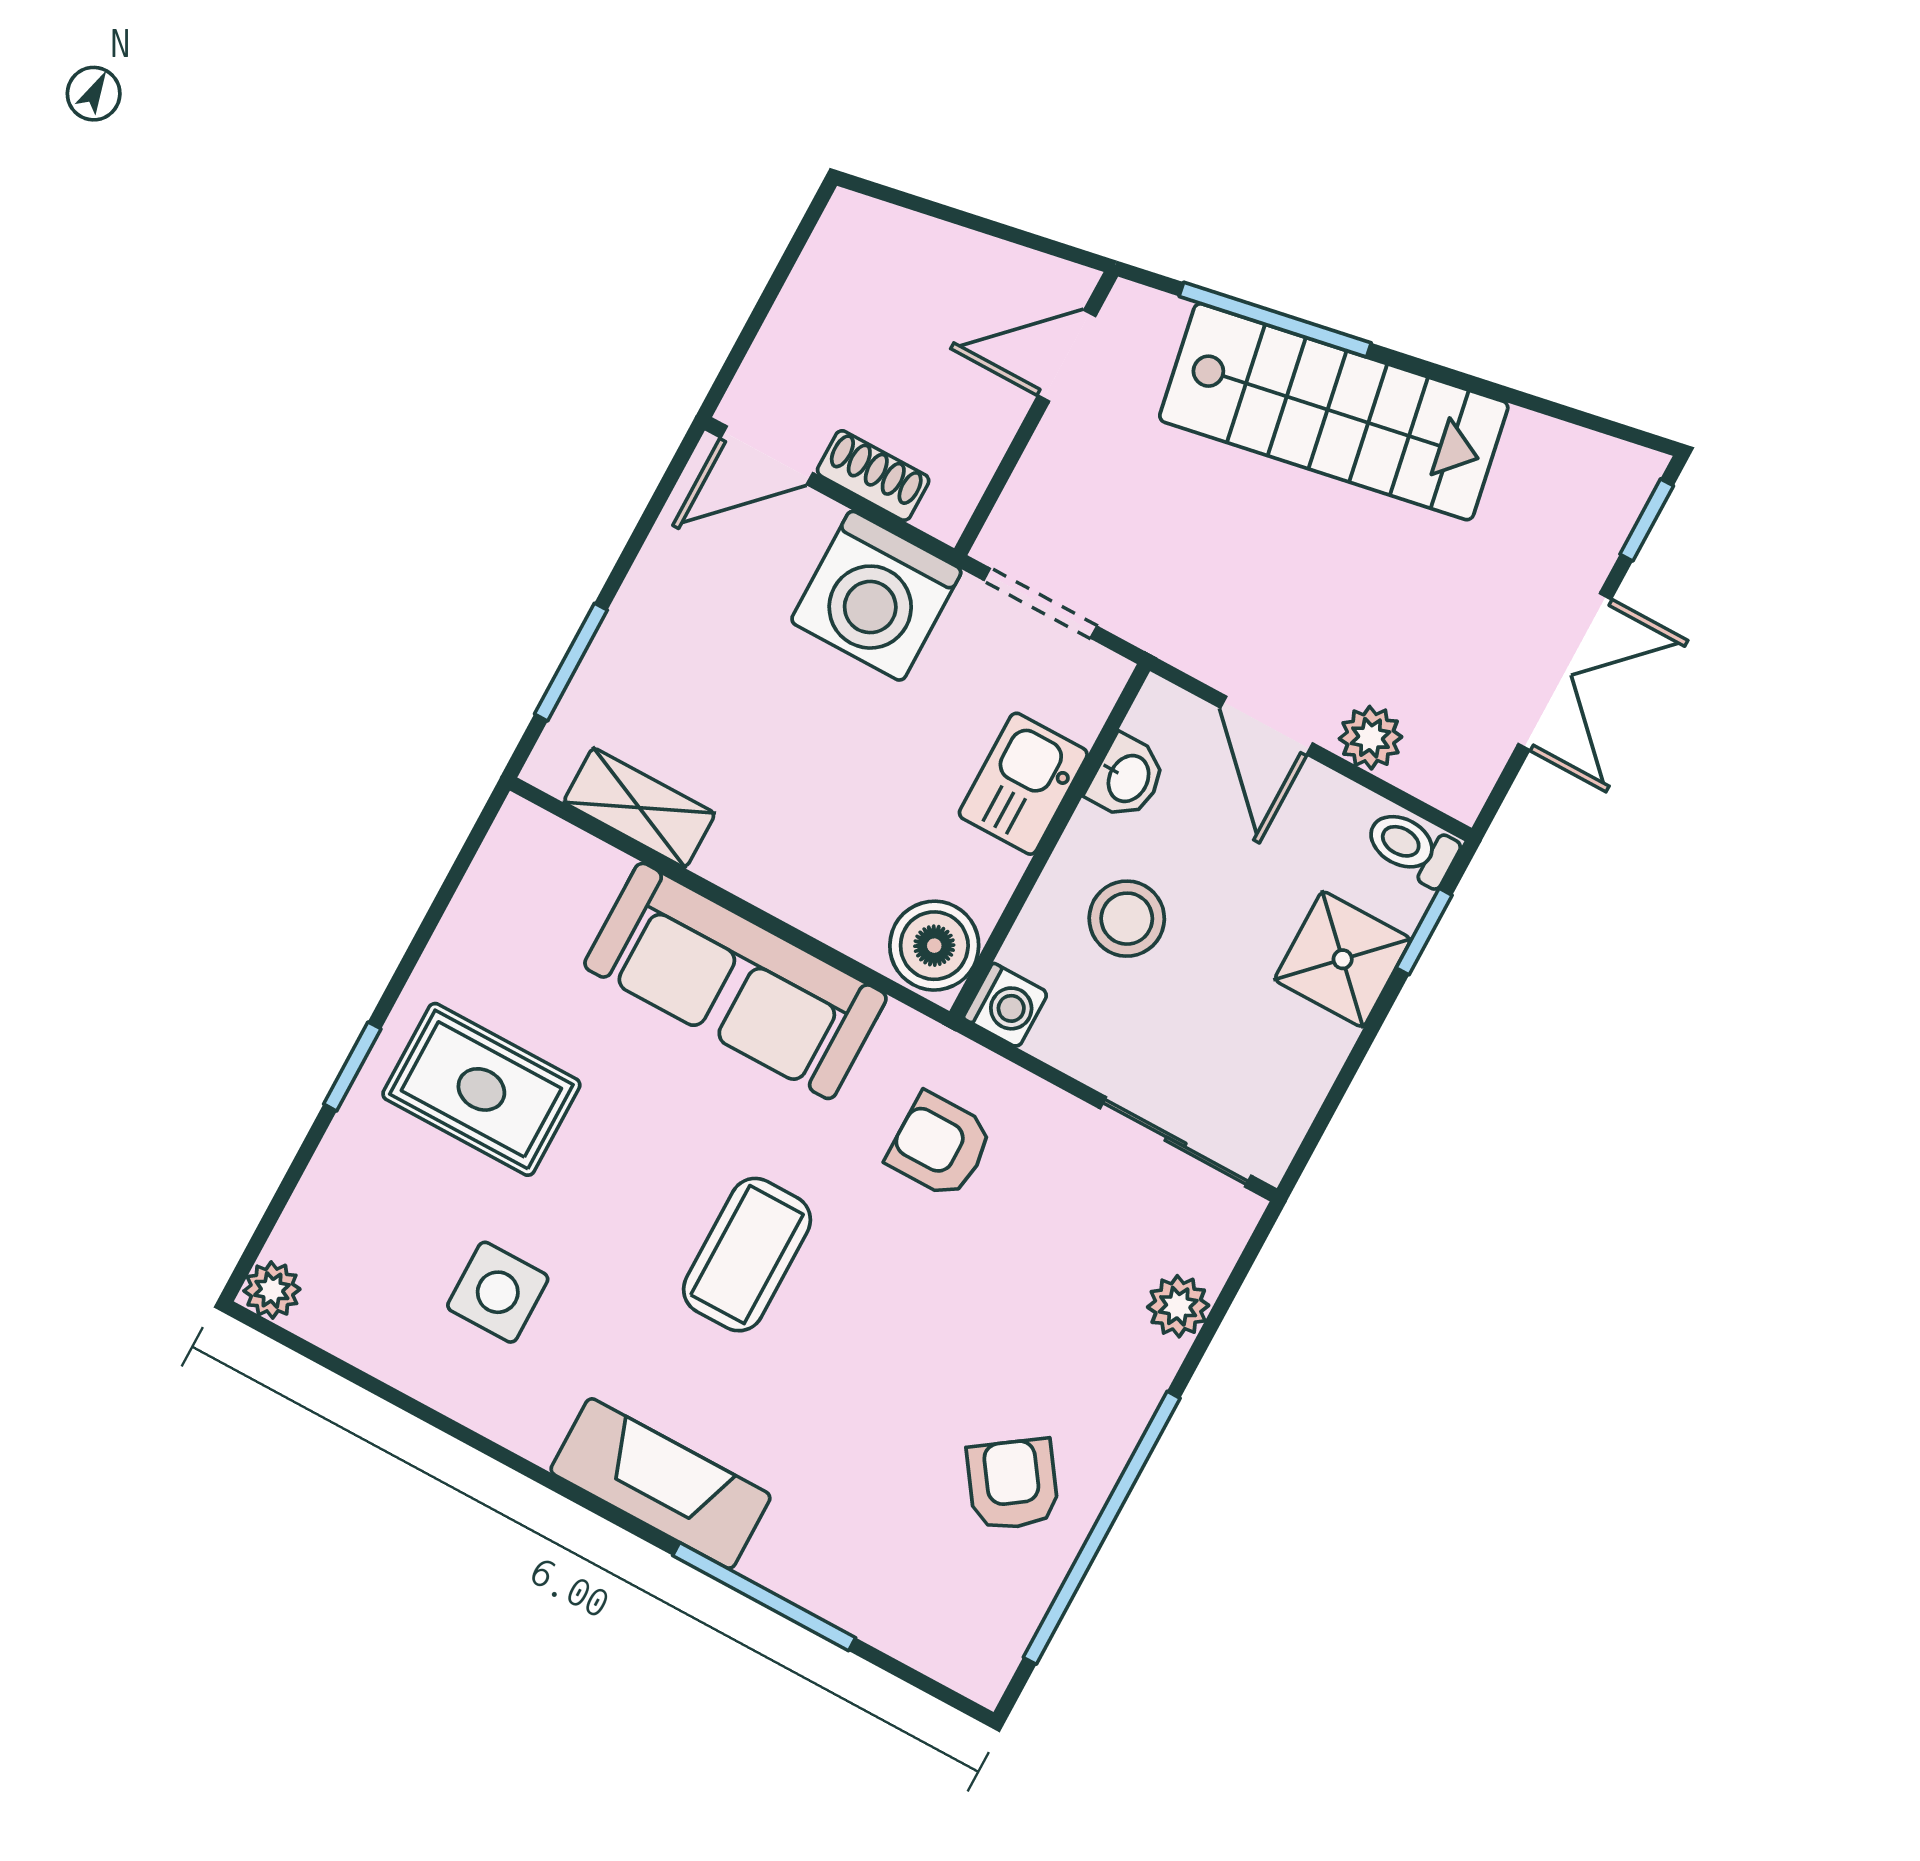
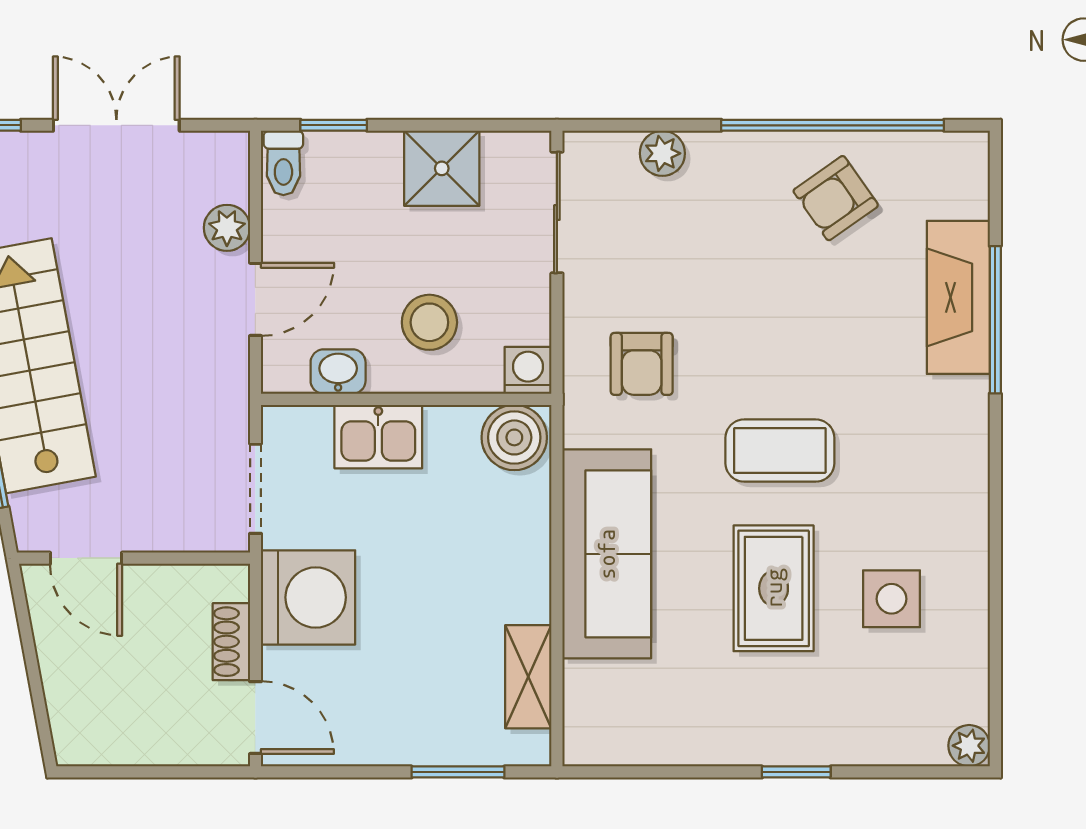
shower: (1343, 959) -> (442, 168), moved
rug: (481, 1089) -> (774, 588), moved
fireplace: (660, 1483) -> (958, 297), moved

